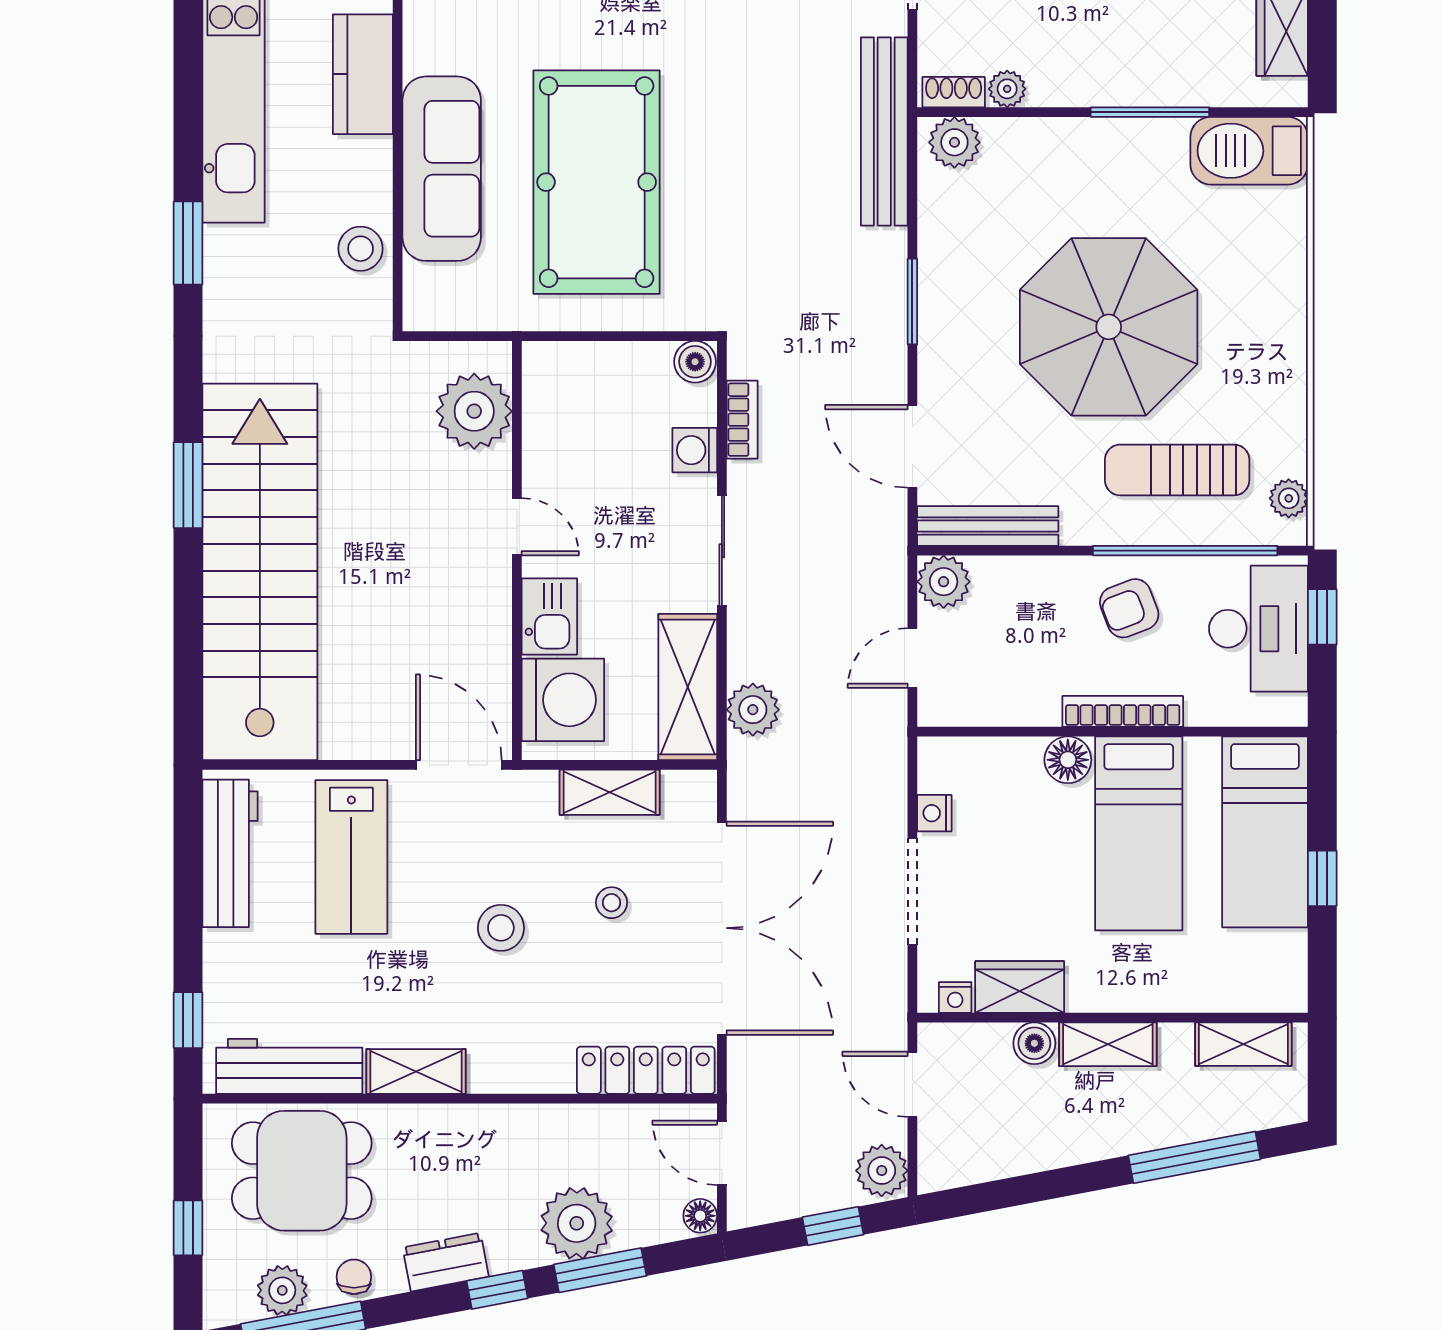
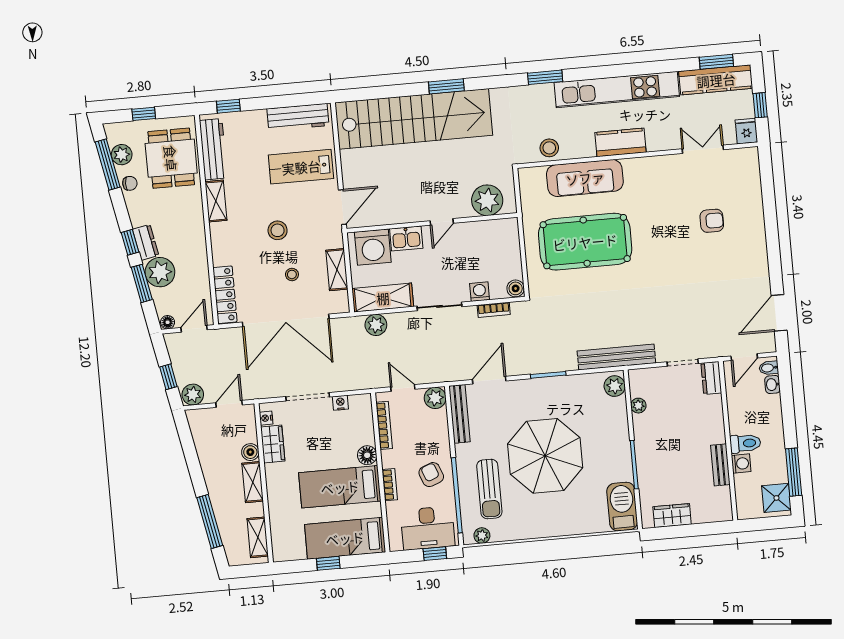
shoe rack: (954, 92) -> (635, 384), removed
sun lounger: (1177, 470) -> (489, 489), turned 180
bookcase: (1123, 711) -> (390, 485), width x0.64
bookcase: (999, 712) -> (384, 425), added
dresser: (446, 1262) -> (146, 242), moved

